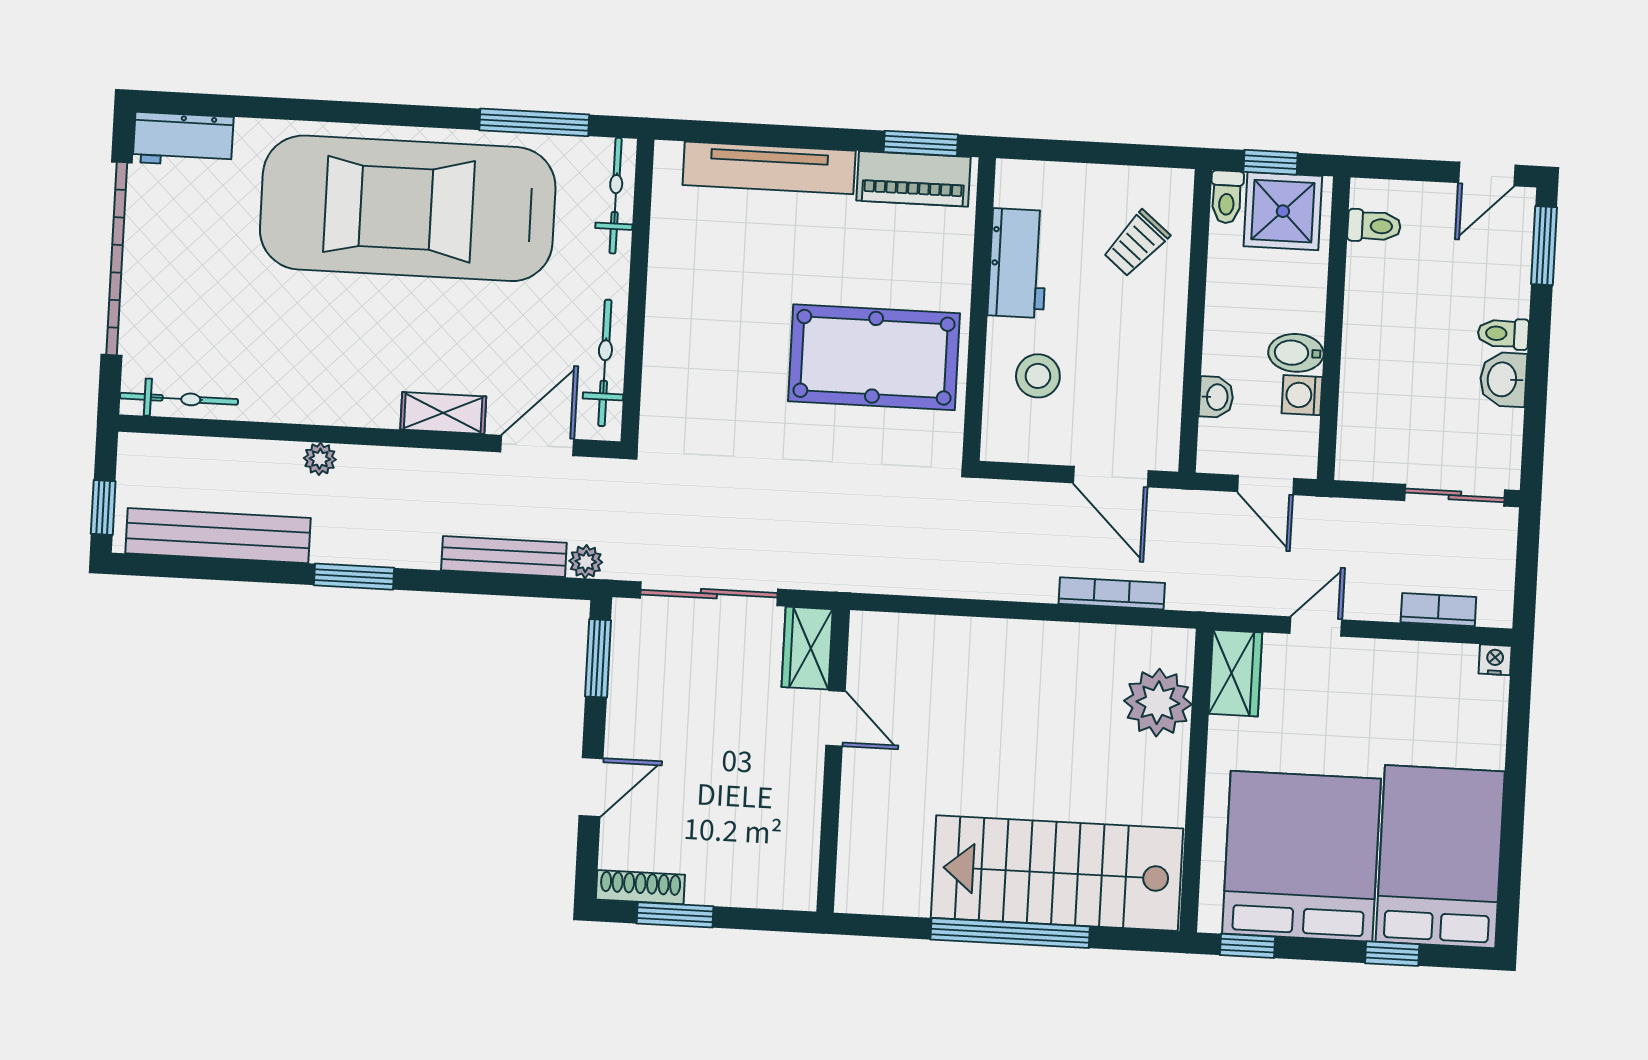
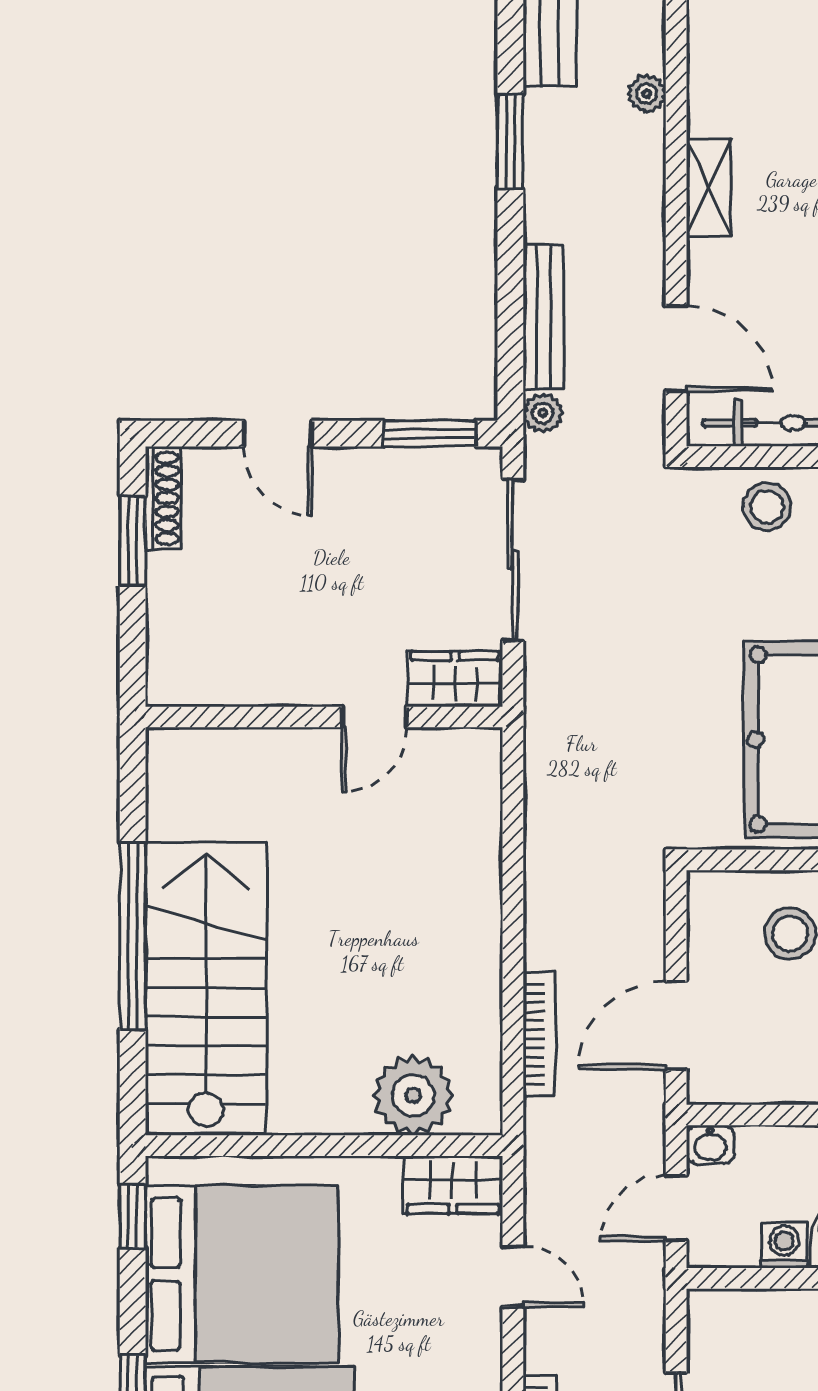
stool: (675, 376) -> (767, 507), added
washbasin: (1216, 397) -> (710, 1145), moved
shelving: (443, 413) -> (709, 188), moved

